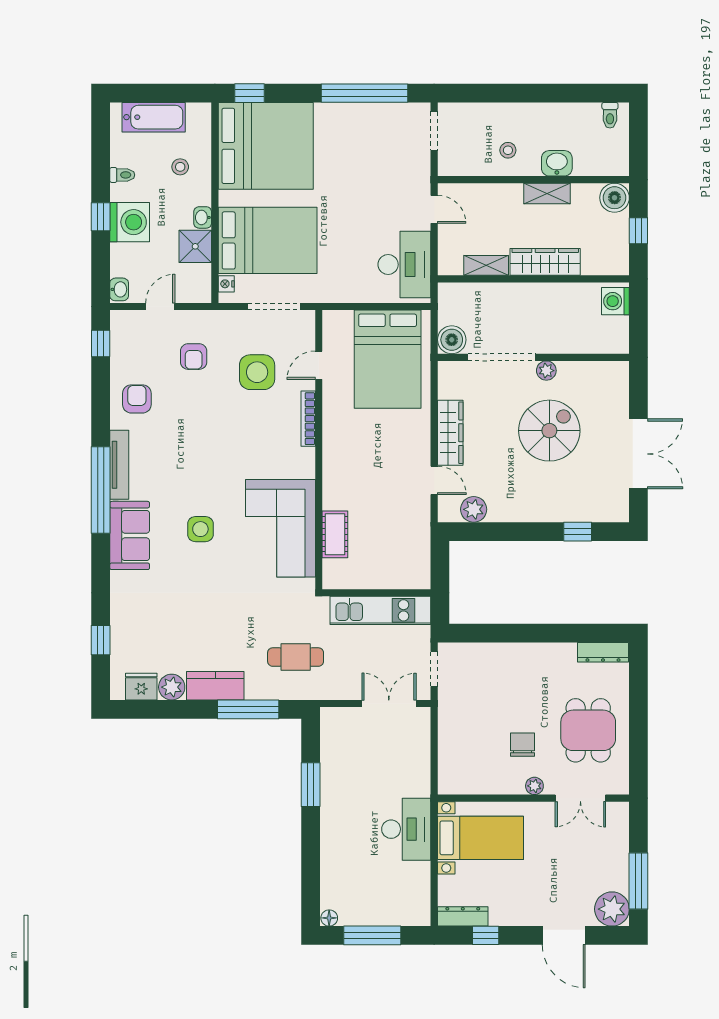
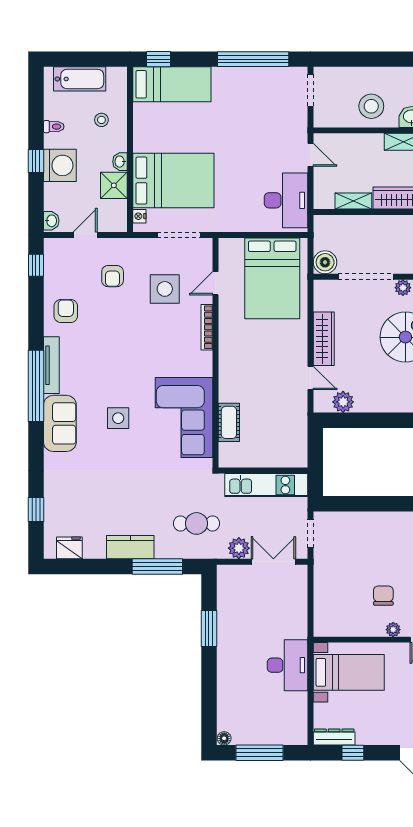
bed: (266, 146) -> (172, 84), width x0.49
stool: (508, 150) -> (371, 106), width x1.89, depth x1.89
plant: (172, 687) -> (239, 548), moved

